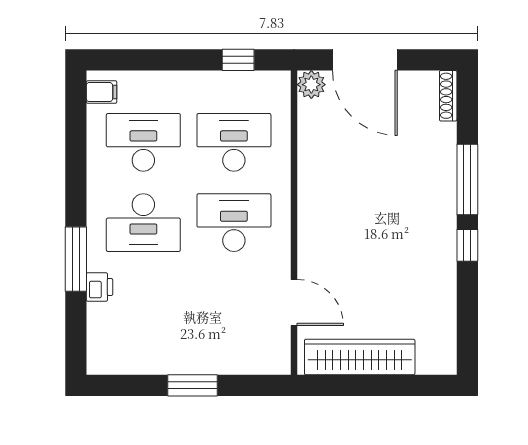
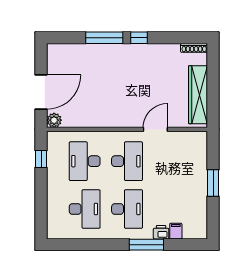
filing cabinet: (102, 92) -> (176, 231), moved
shoe rack: (448, 96) -> (194, 48), moved
desk: (143, 142) -> (85, 209), turned 180
desk: (234, 223) -> (127, 161), turned 180
door: (294, 302) -> (155, 129), moved

